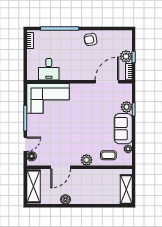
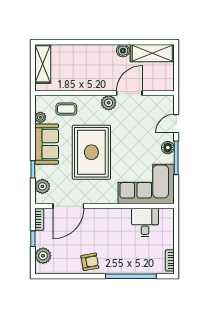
plant: (126, 56) -> (43, 256), moved
plant: (127, 107) -> (42, 186), moved
rug: (89, 122) -> (91, 152), added
floor lamp: (32, 156) -> (168, 148), moved
plant: (86, 160) -> (109, 103), moved
shelving: (33, 186) -> (152, 53), moved, turned 90

